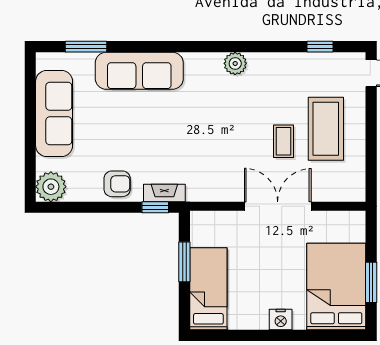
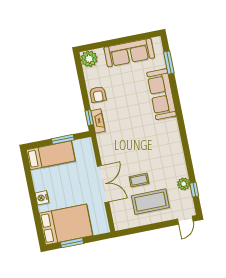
plant: (235, 63) -> (184, 184), moved

